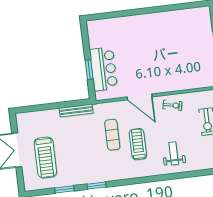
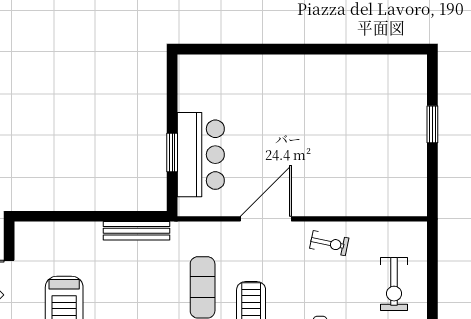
door: (140, 97) -> (266, 219), swing flipped

